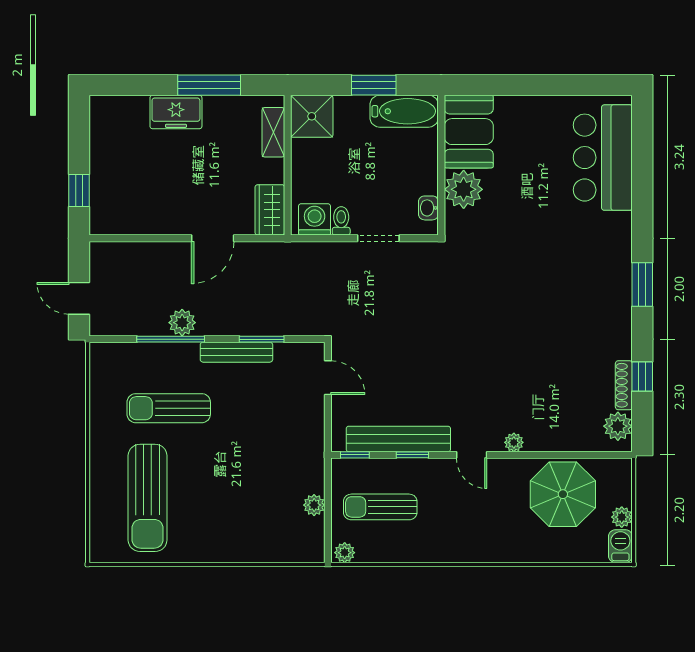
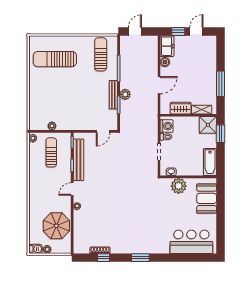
window: (374, 85) -> (221, 134), moved
freezer: (176, 112) -> (167, 46), moved, turned 180
booth: (469, 132) -> (207, 198), moved, turned 90
door: (79, 145) -> (196, 32), added
wardrobe: (270, 210) -> (181, 108), moved
boiler: (155, 224) -> (165, 62), added
door: (213, 238) -> (159, 85), swing flipped
plant: (182, 323) -> (125, 94), moved
sun lounger: (169, 408) -> (101, 54), moved
plant: (618, 426) -> (84, 248), removed

